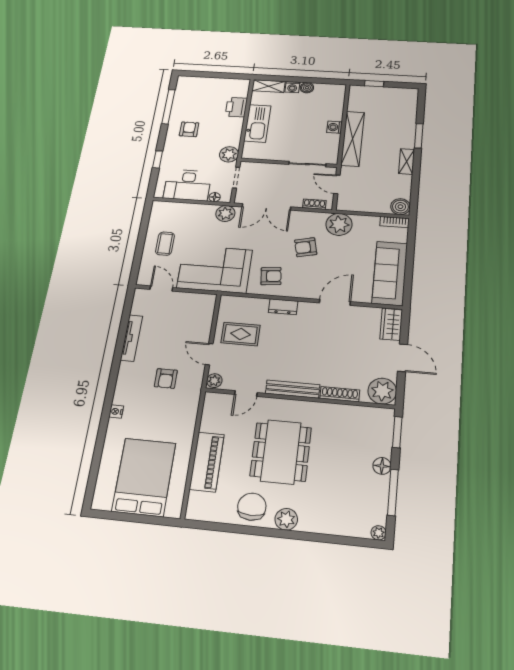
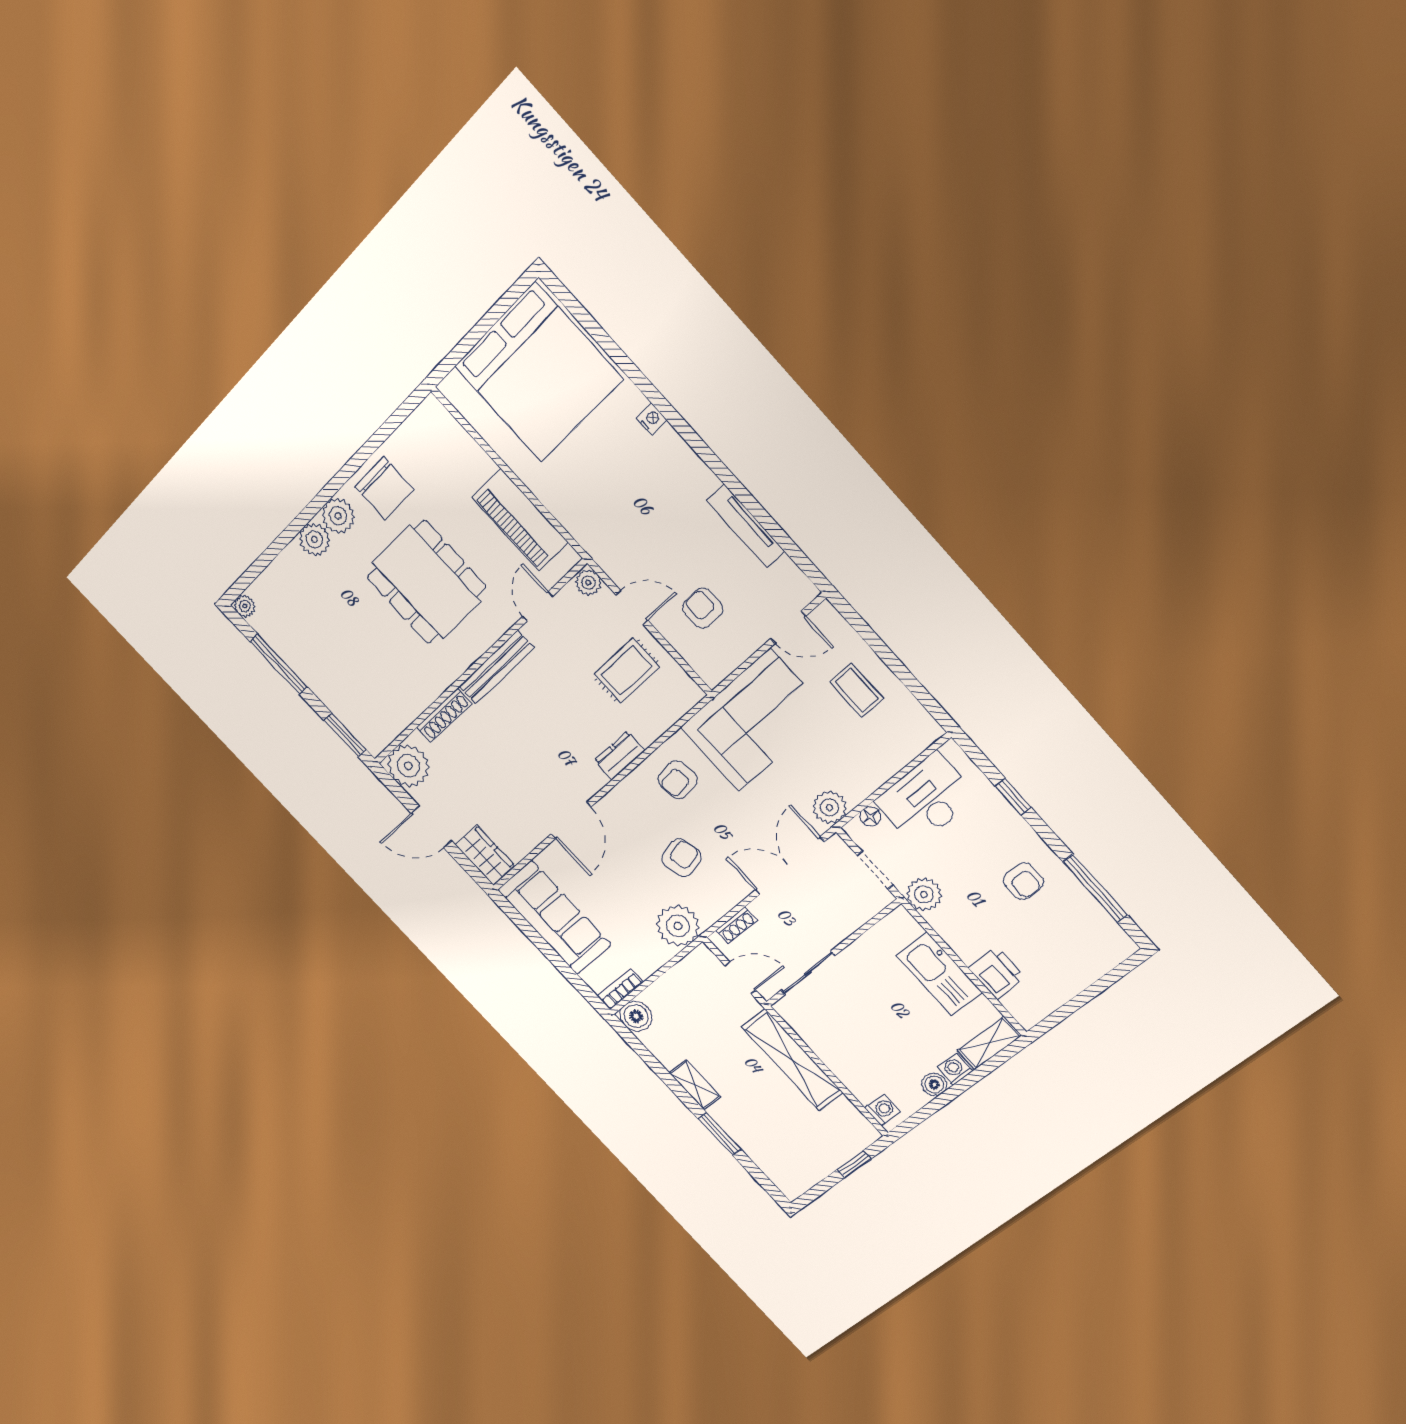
washing machine: (334, 127) -> (882, 1110), moved
armchair: (166, 378) -> (703, 608), moved
piano: (207, 462) -> (520, 520), moved
floor lamp: (382, 466) -> (318, 681), removed
bed: (144, 477) -> (538, 373), width x1.36
plant: (309, 522) -> (314, 539), added

